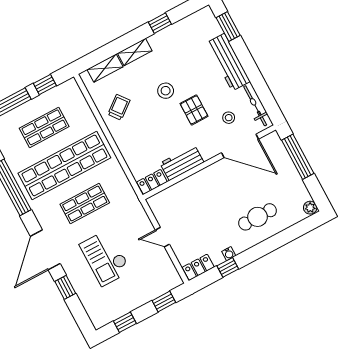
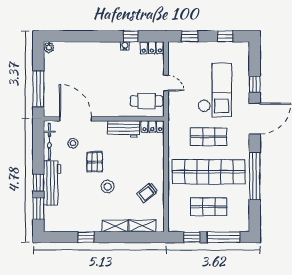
window: (243, 55) -> (38, 183), added
cafe table: (258, 217) -> (147, 101), moved
checkout: (105, 258) -> (215, 90), width x1.36, depth x1.21

